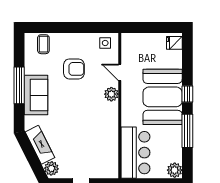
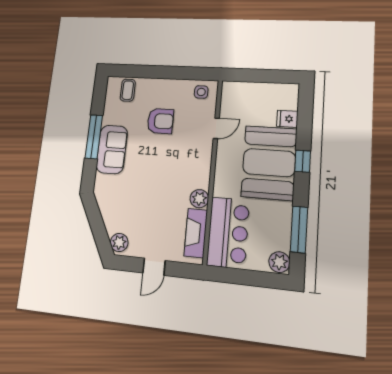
fridge: (174, 43) -> (287, 119), moved
door: (120, 72) -> (216, 128), swing flipped
plant: (111, 94) -> (199, 199), moved
window: (187, 131) -> (299, 229), moved
fireplace: (40, 145) -> (196, 233), moved, turned -153

